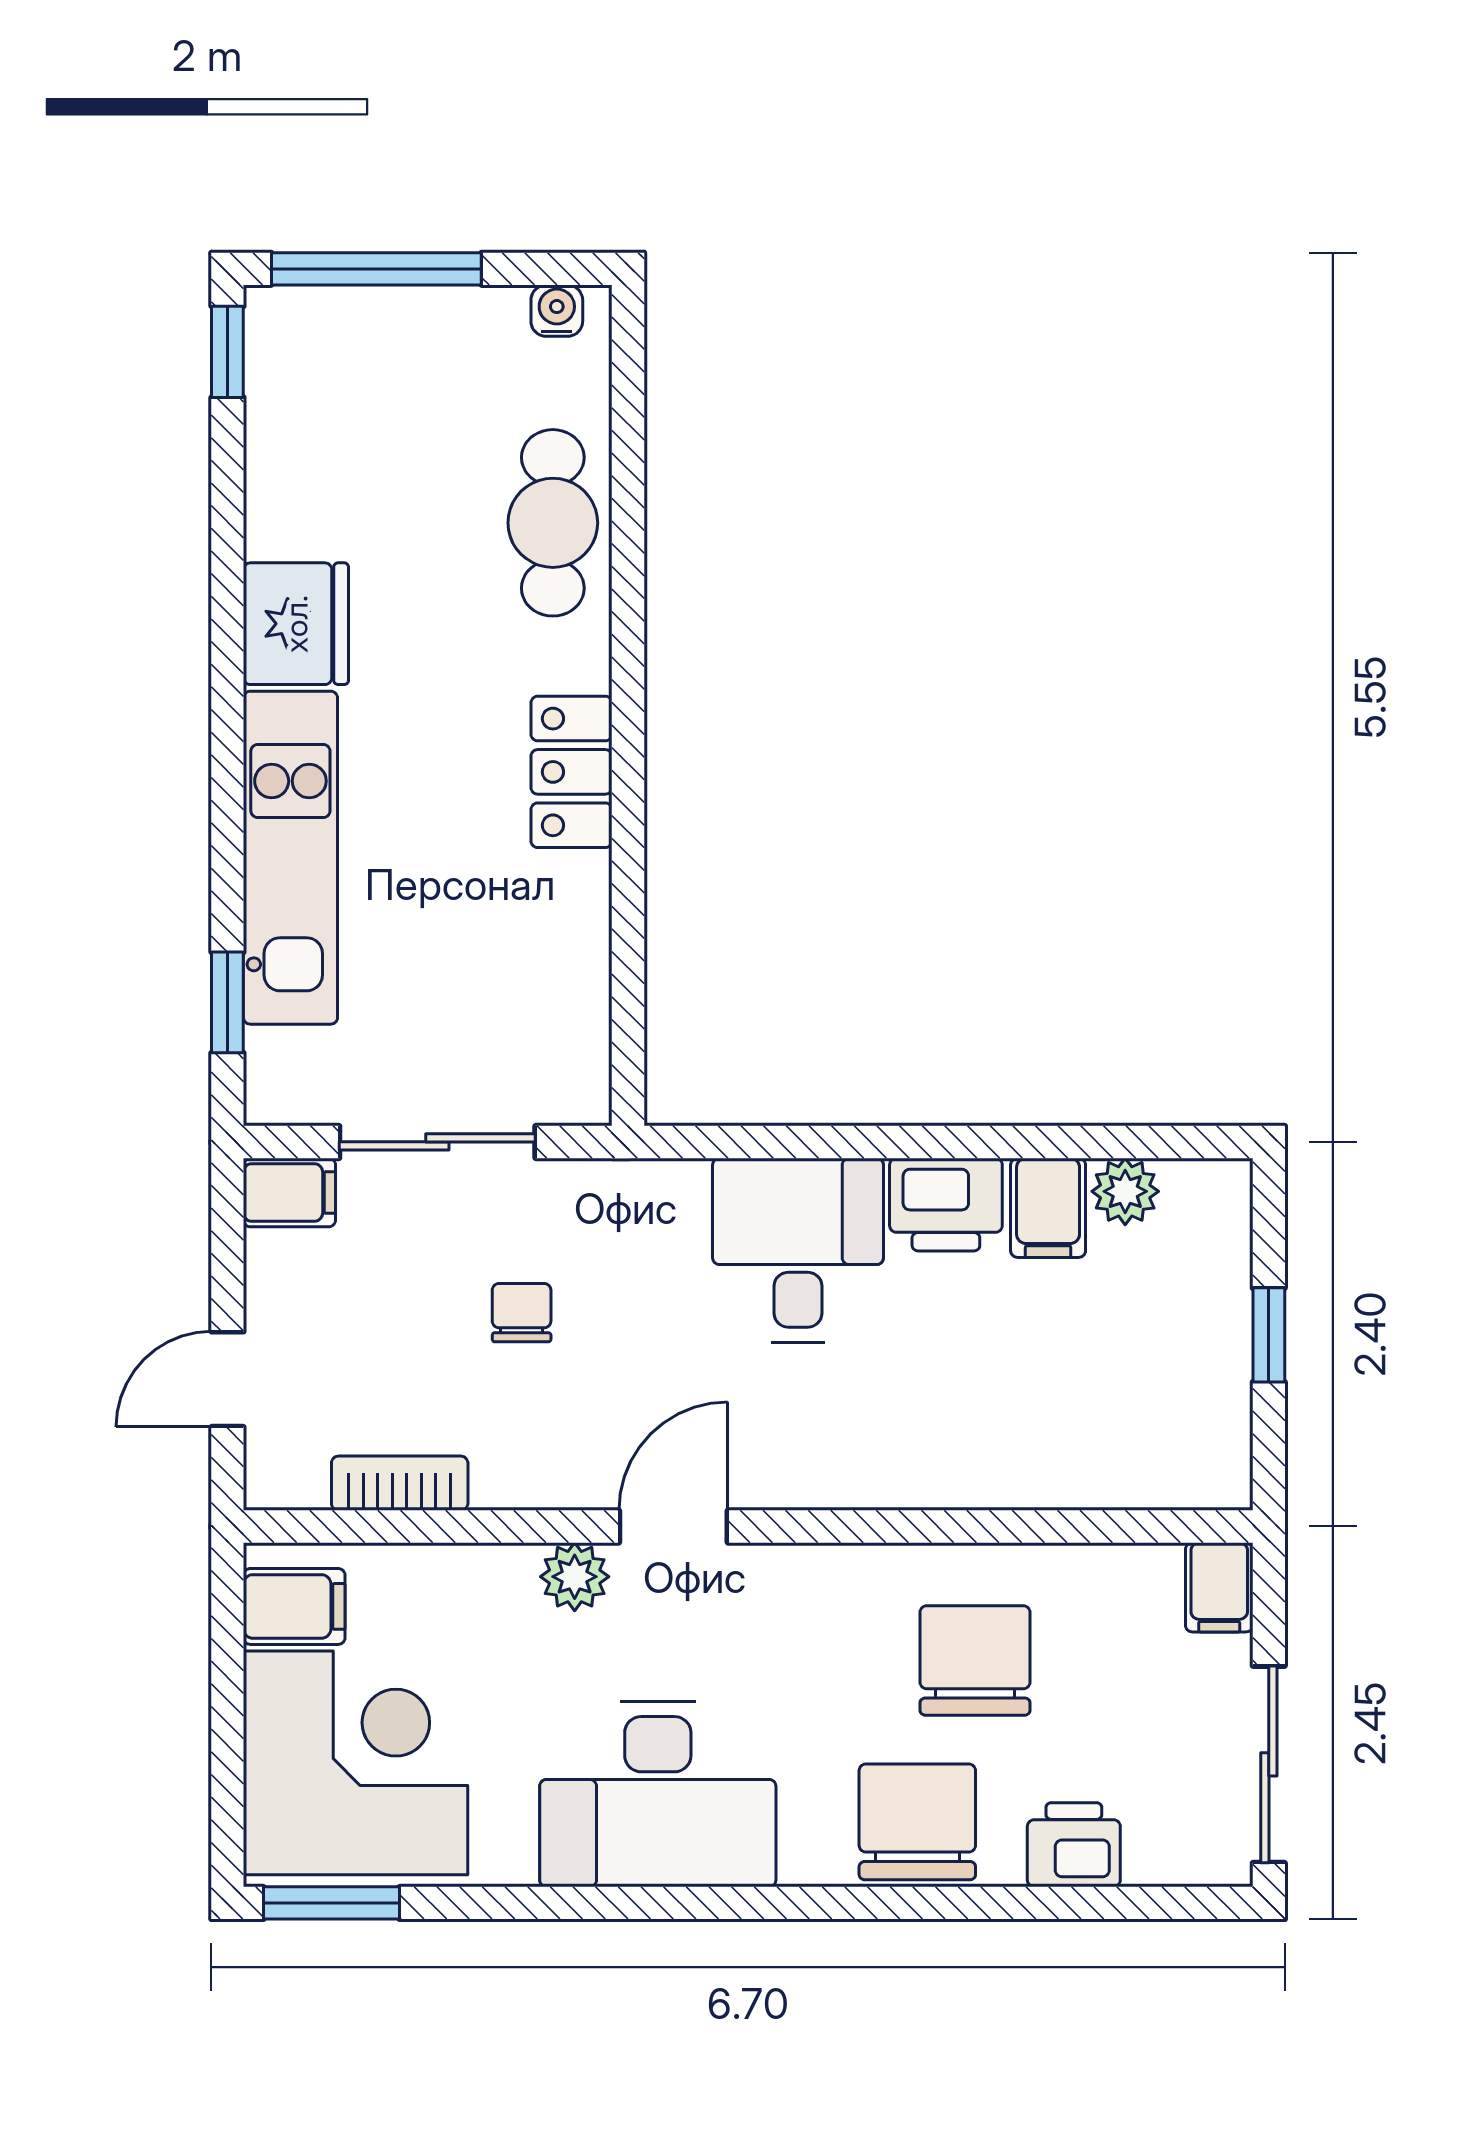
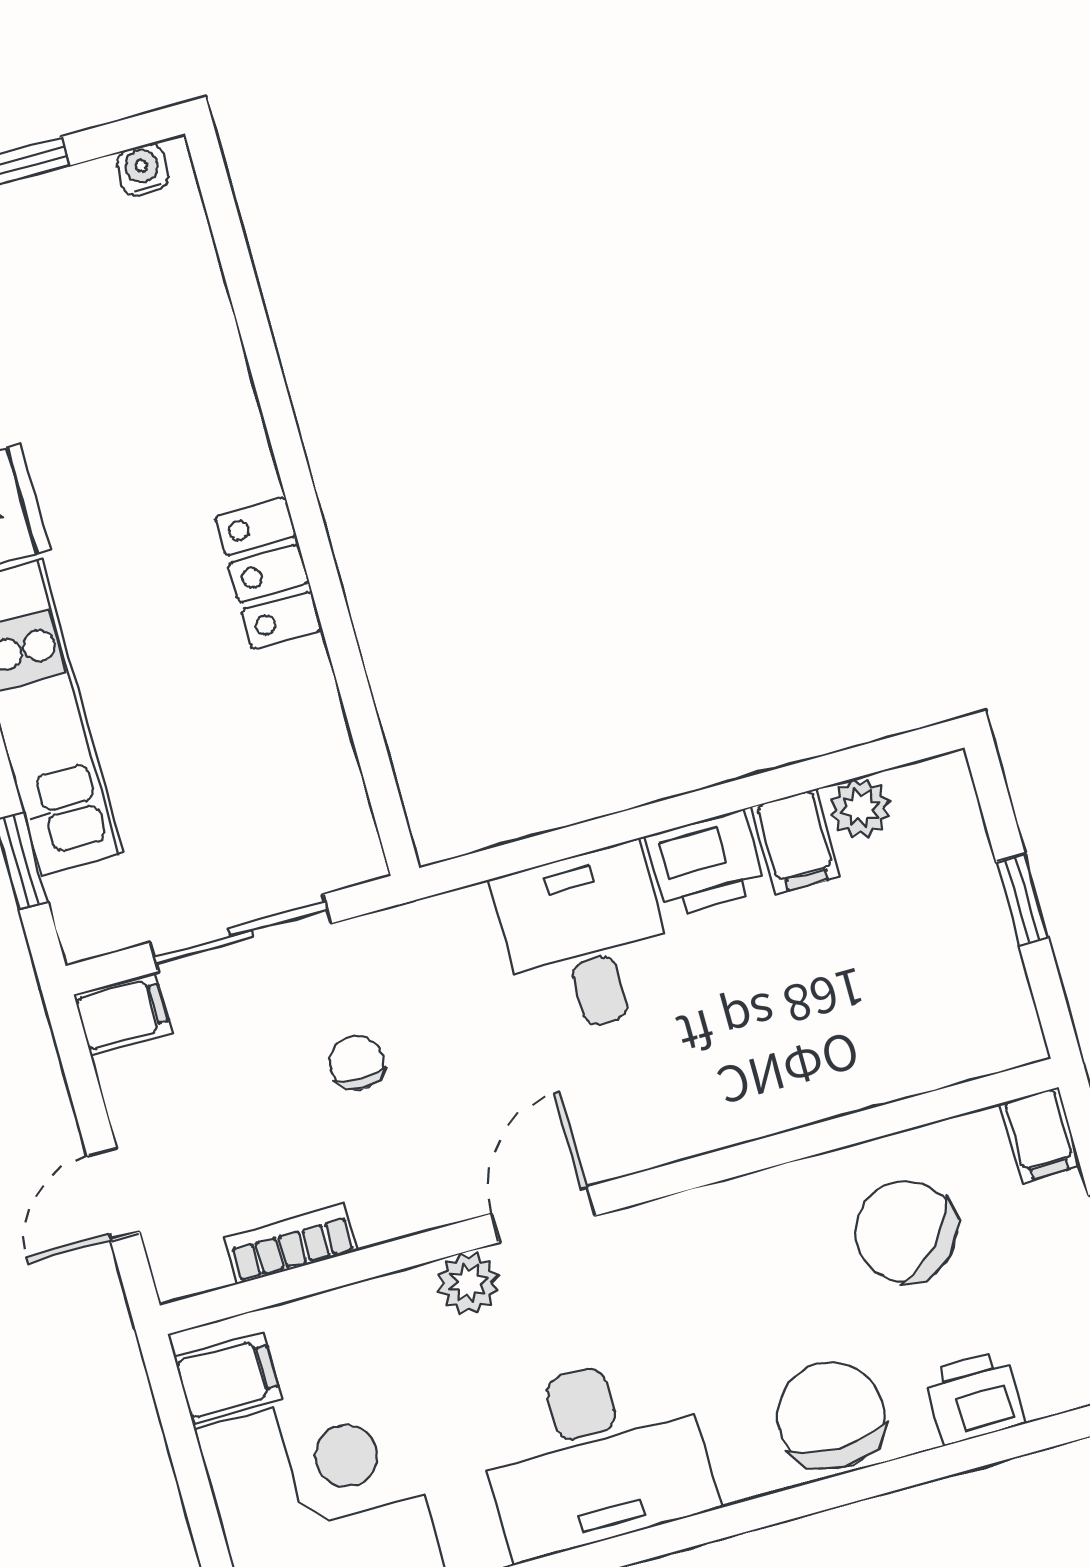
cafe table: (553, 523) -> (191, 358), removed
chair: (975, 1660) -> (906, 1231), moved, turned -47

